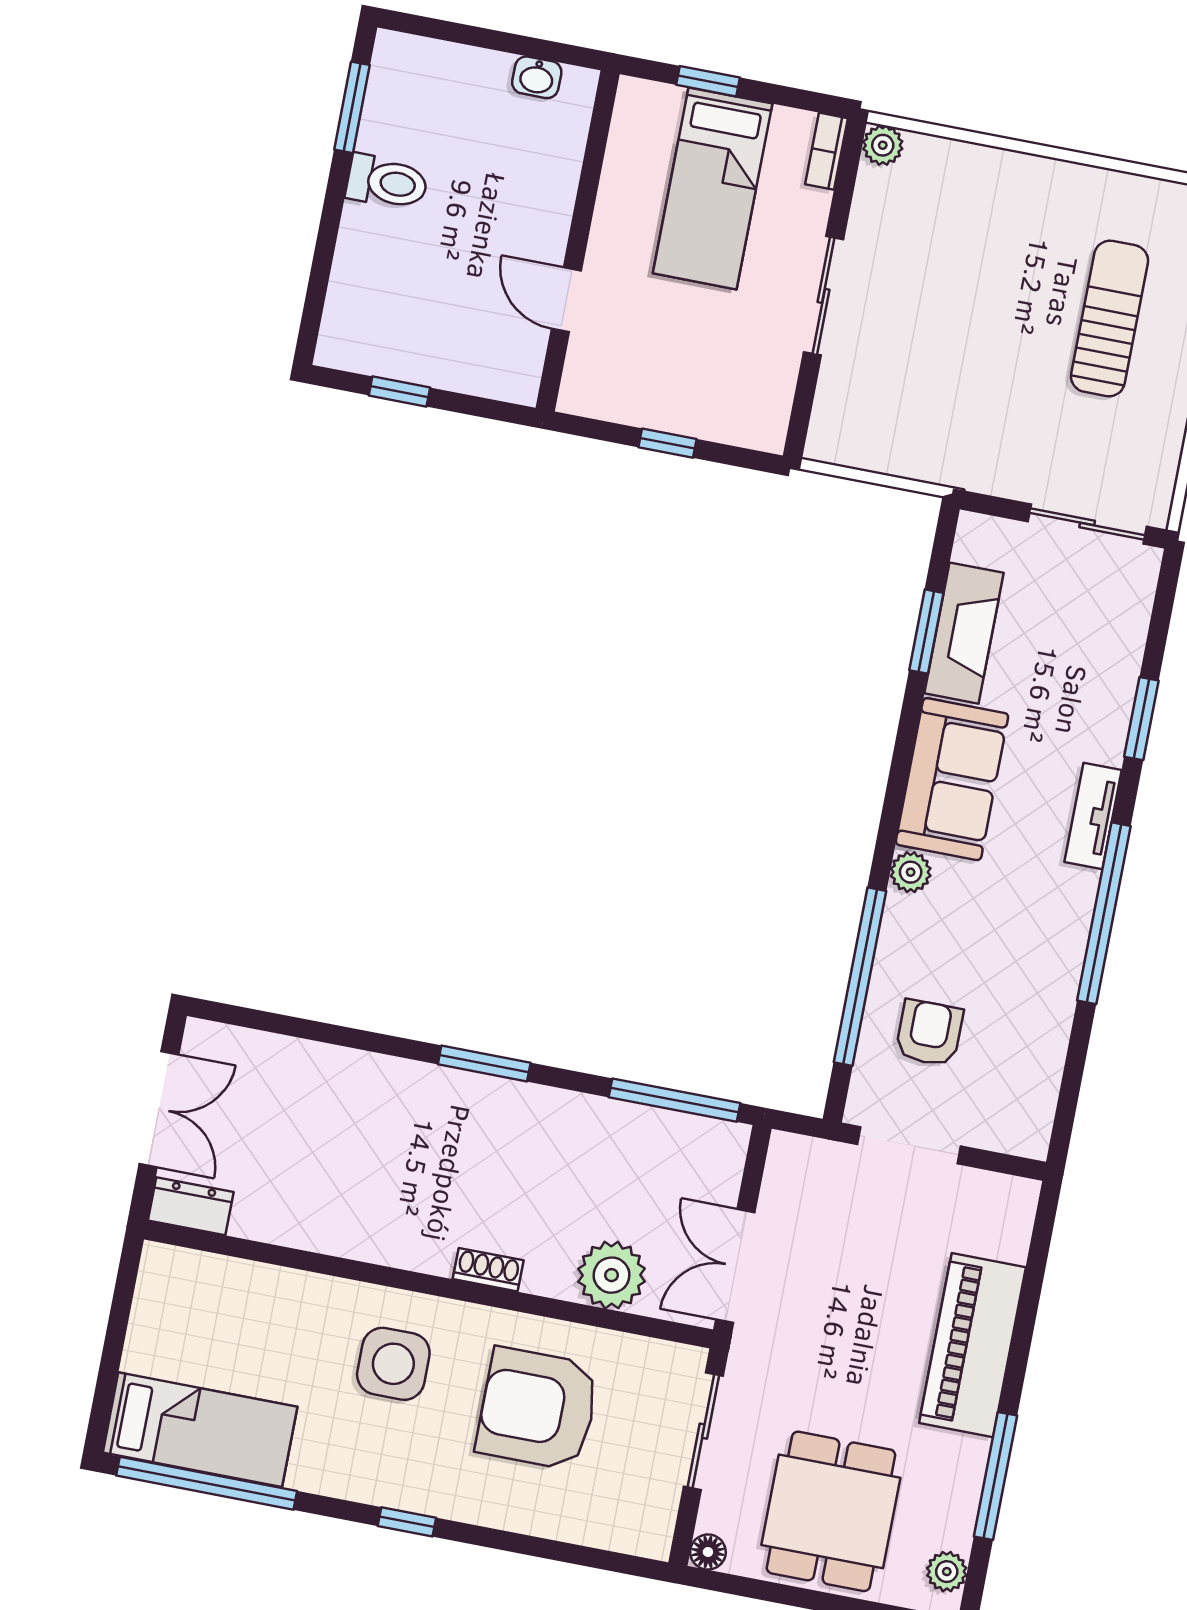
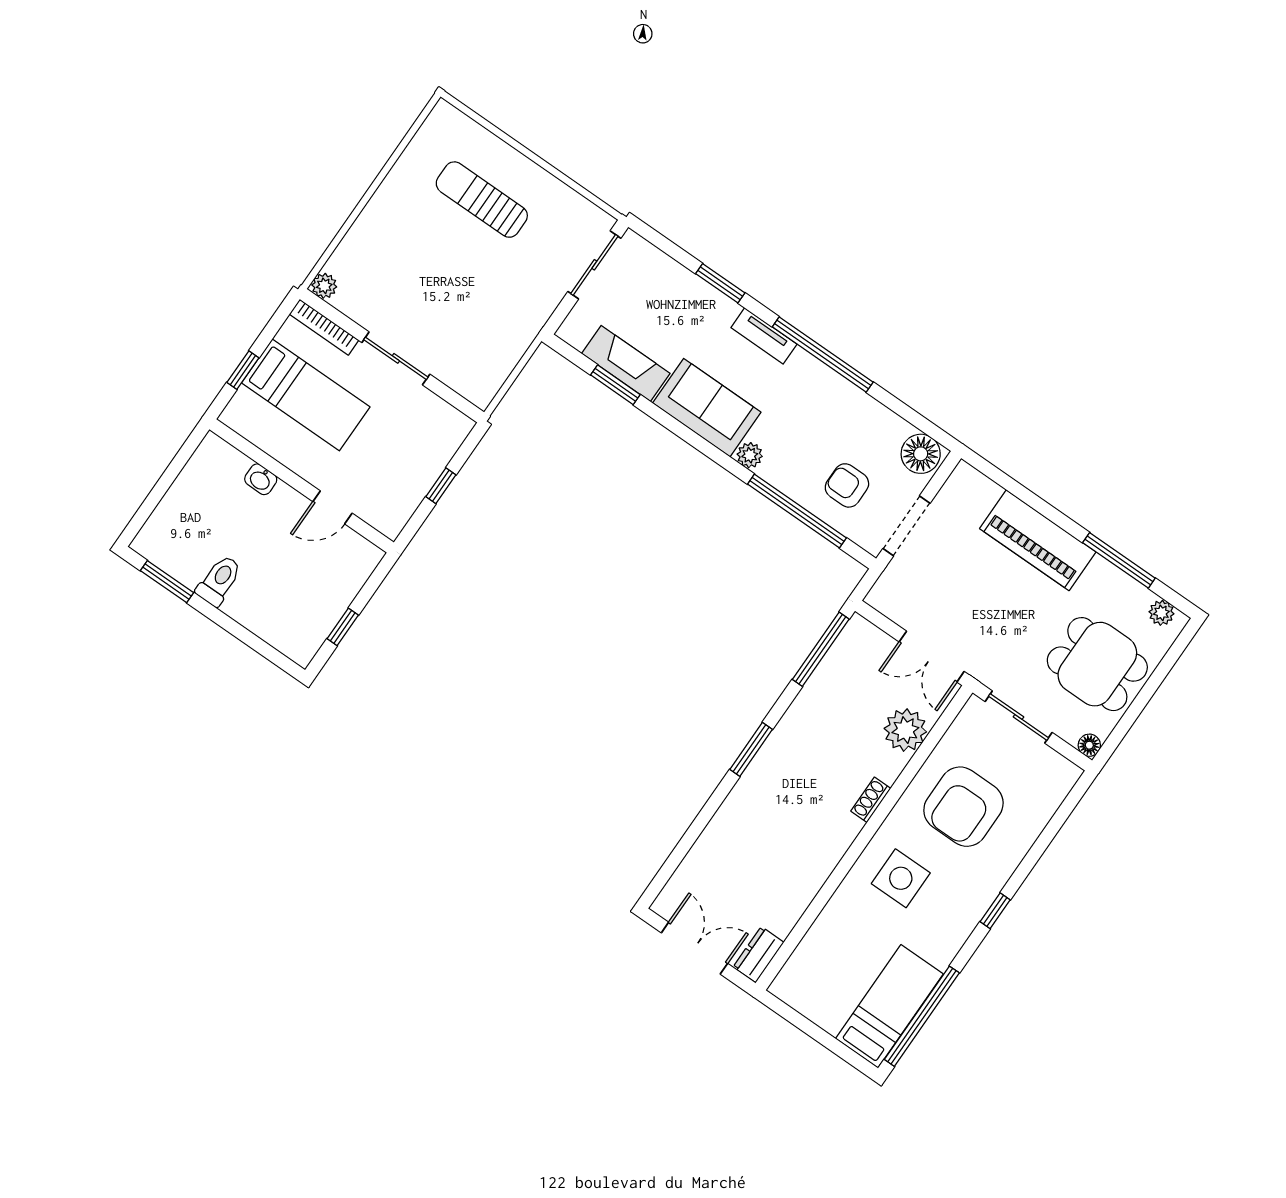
washbasin: (537, 77) -> (261, 479), moved, turned 90
bookcase: (827, 151) -> (324, 327), width x1.56
floor lamp: (1023, 1119) -> (921, 454), added

